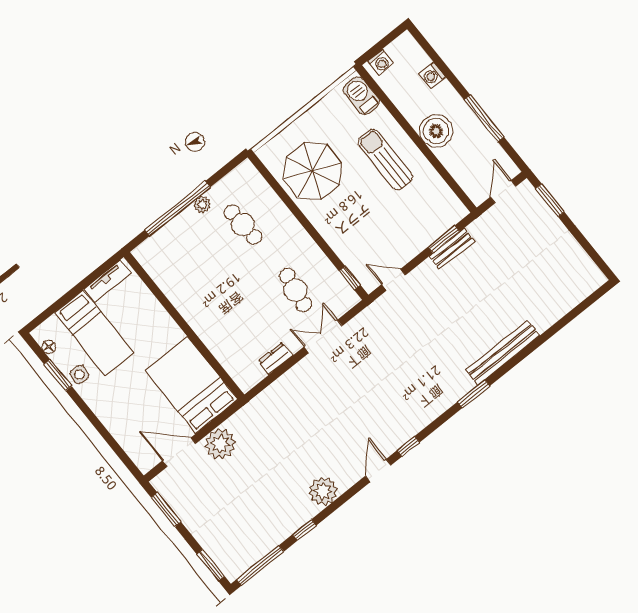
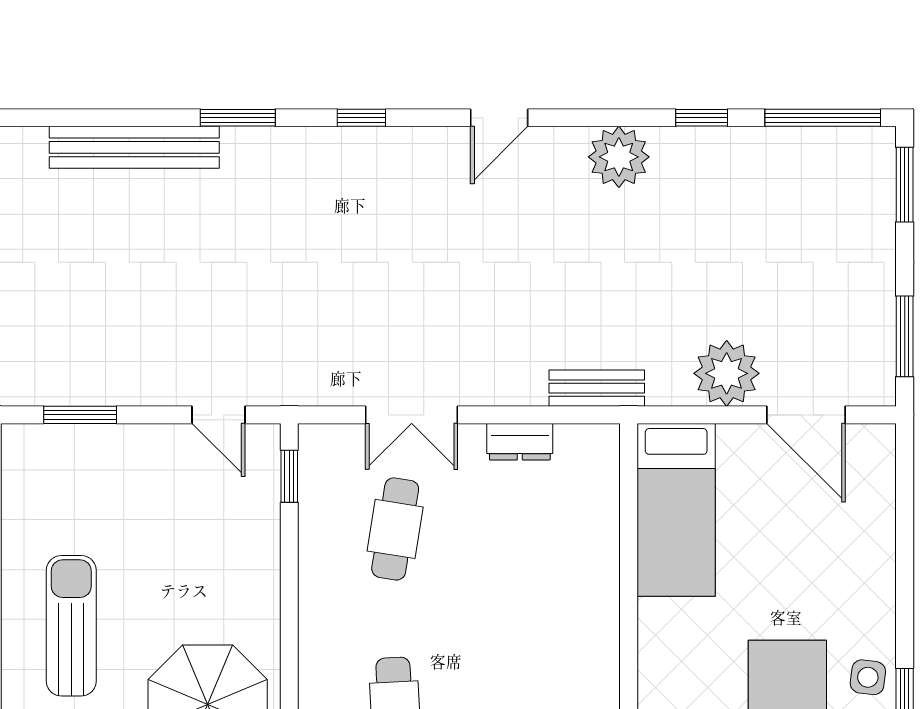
sun lounger: (385, 160) -> (71, 626), turned 180
bench: (452, 249) -> (597, 388), moved
bed: (191, 385) -> (676, 510), width x0.67
window: (408, 446) -> (361, 118), moved

